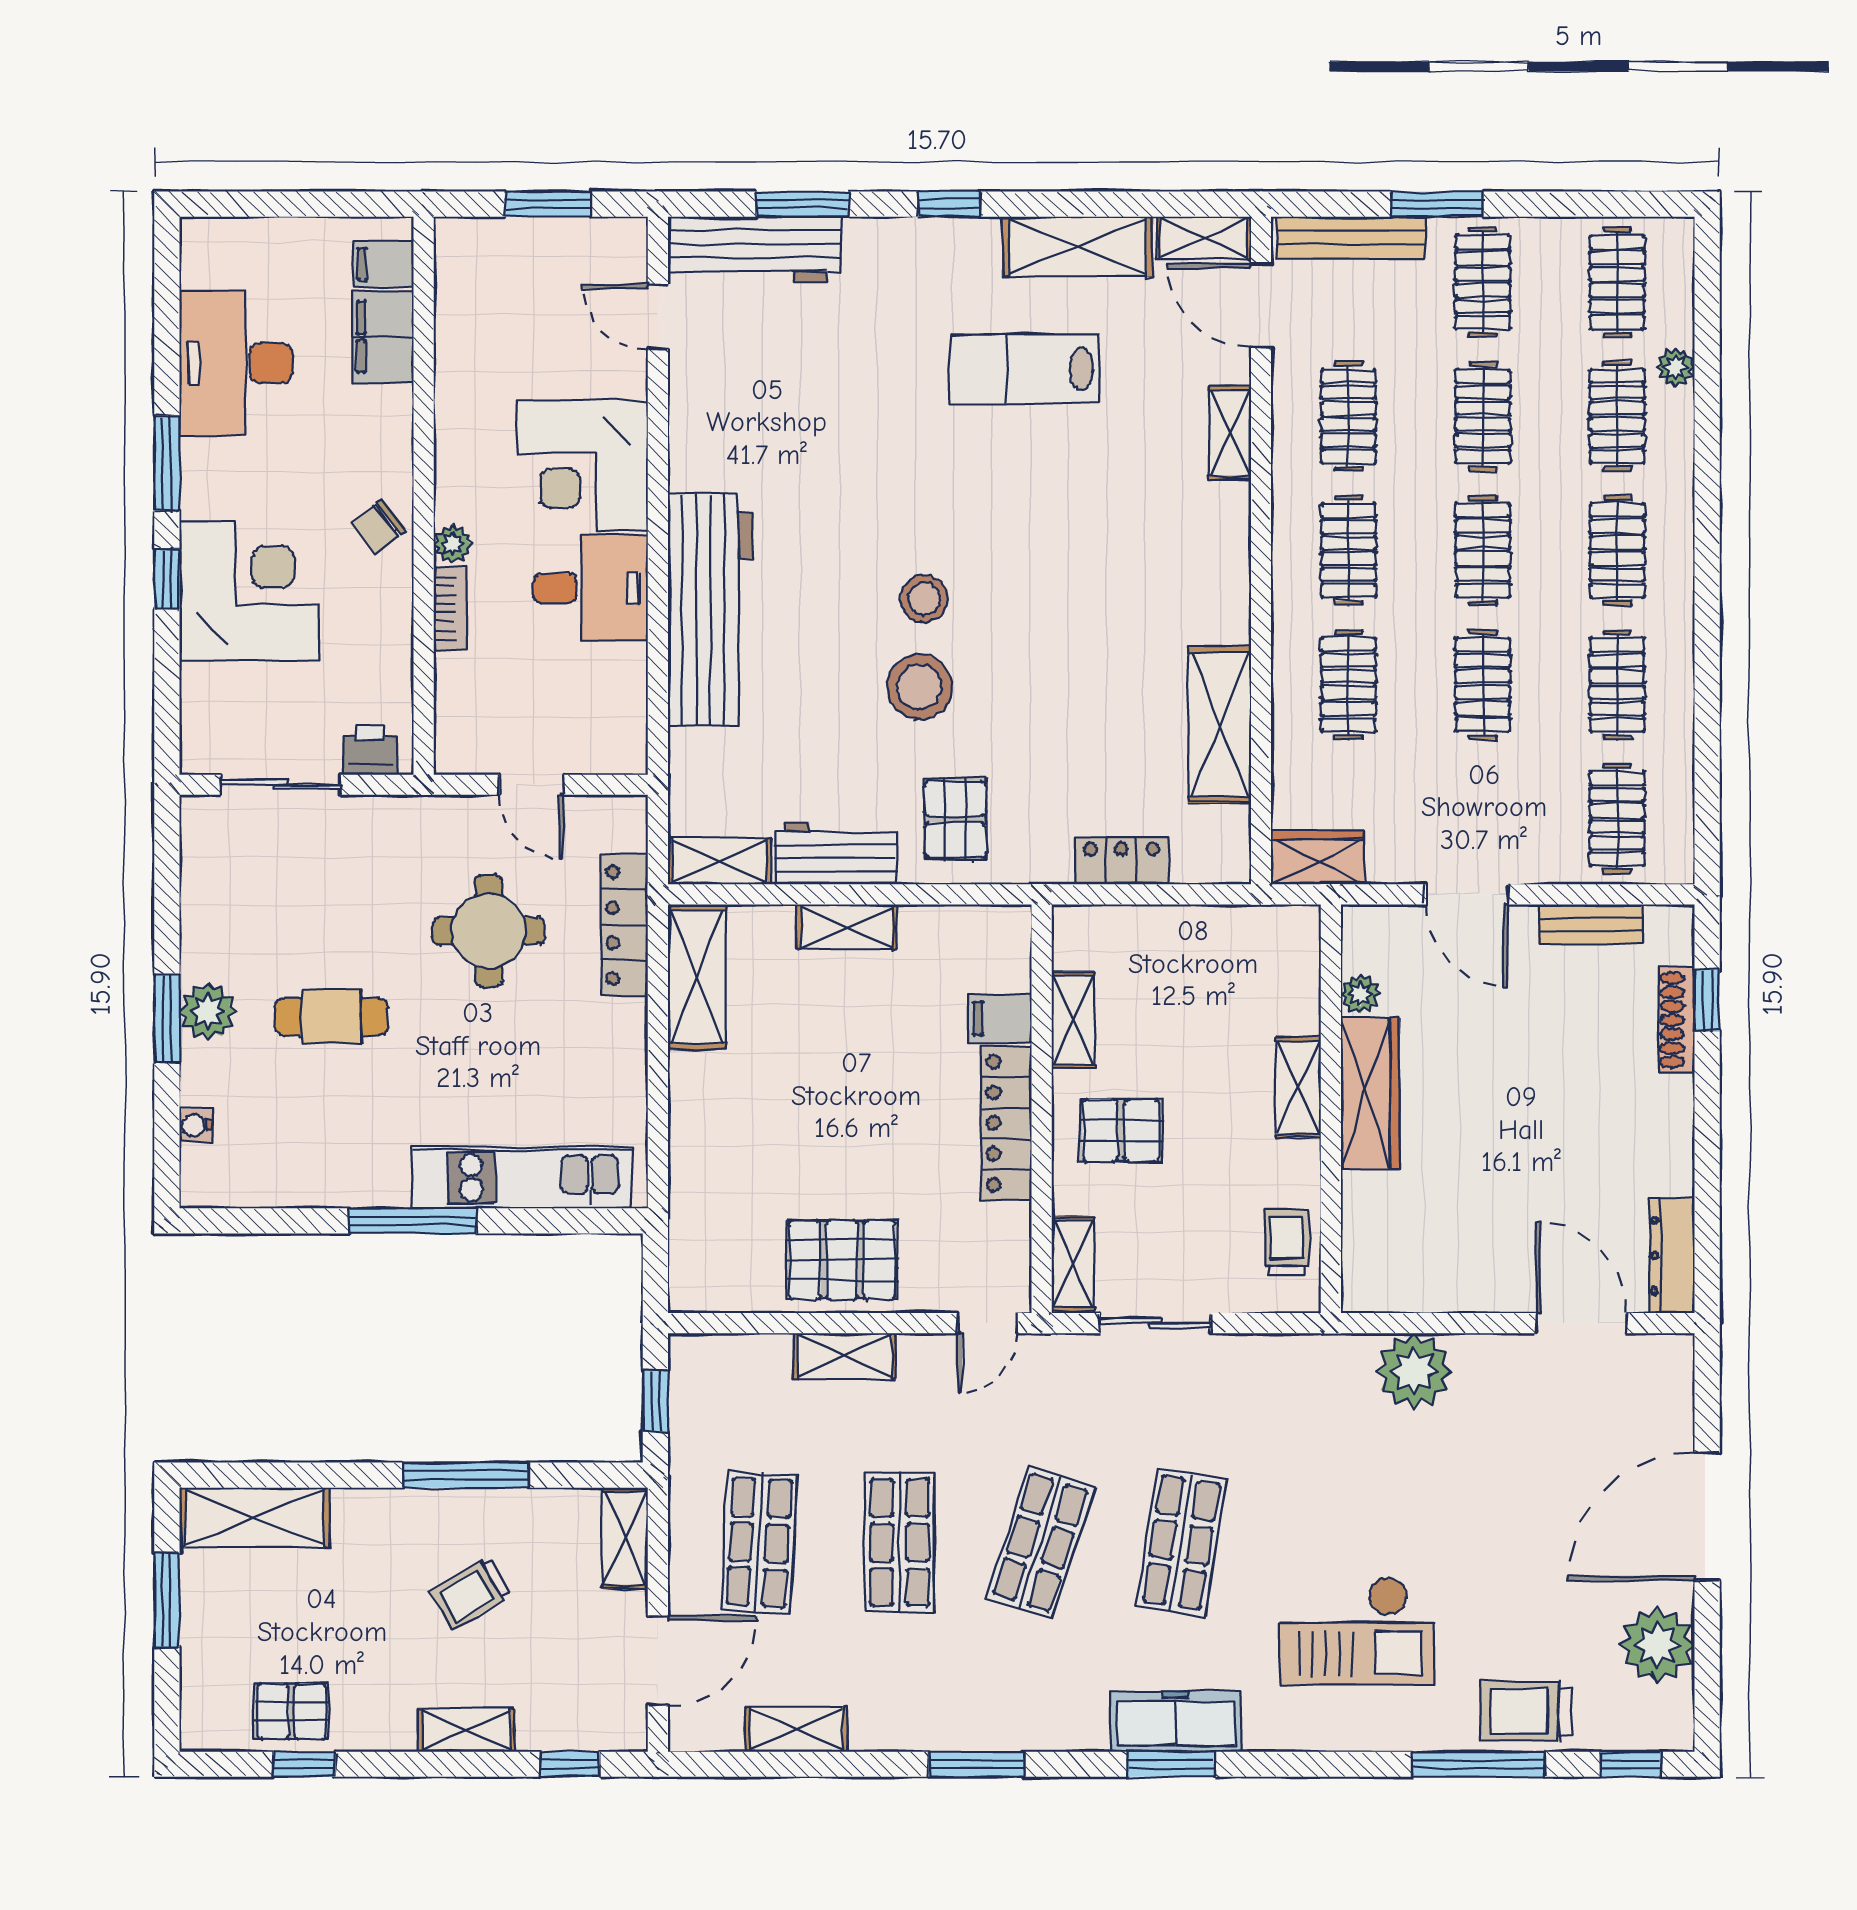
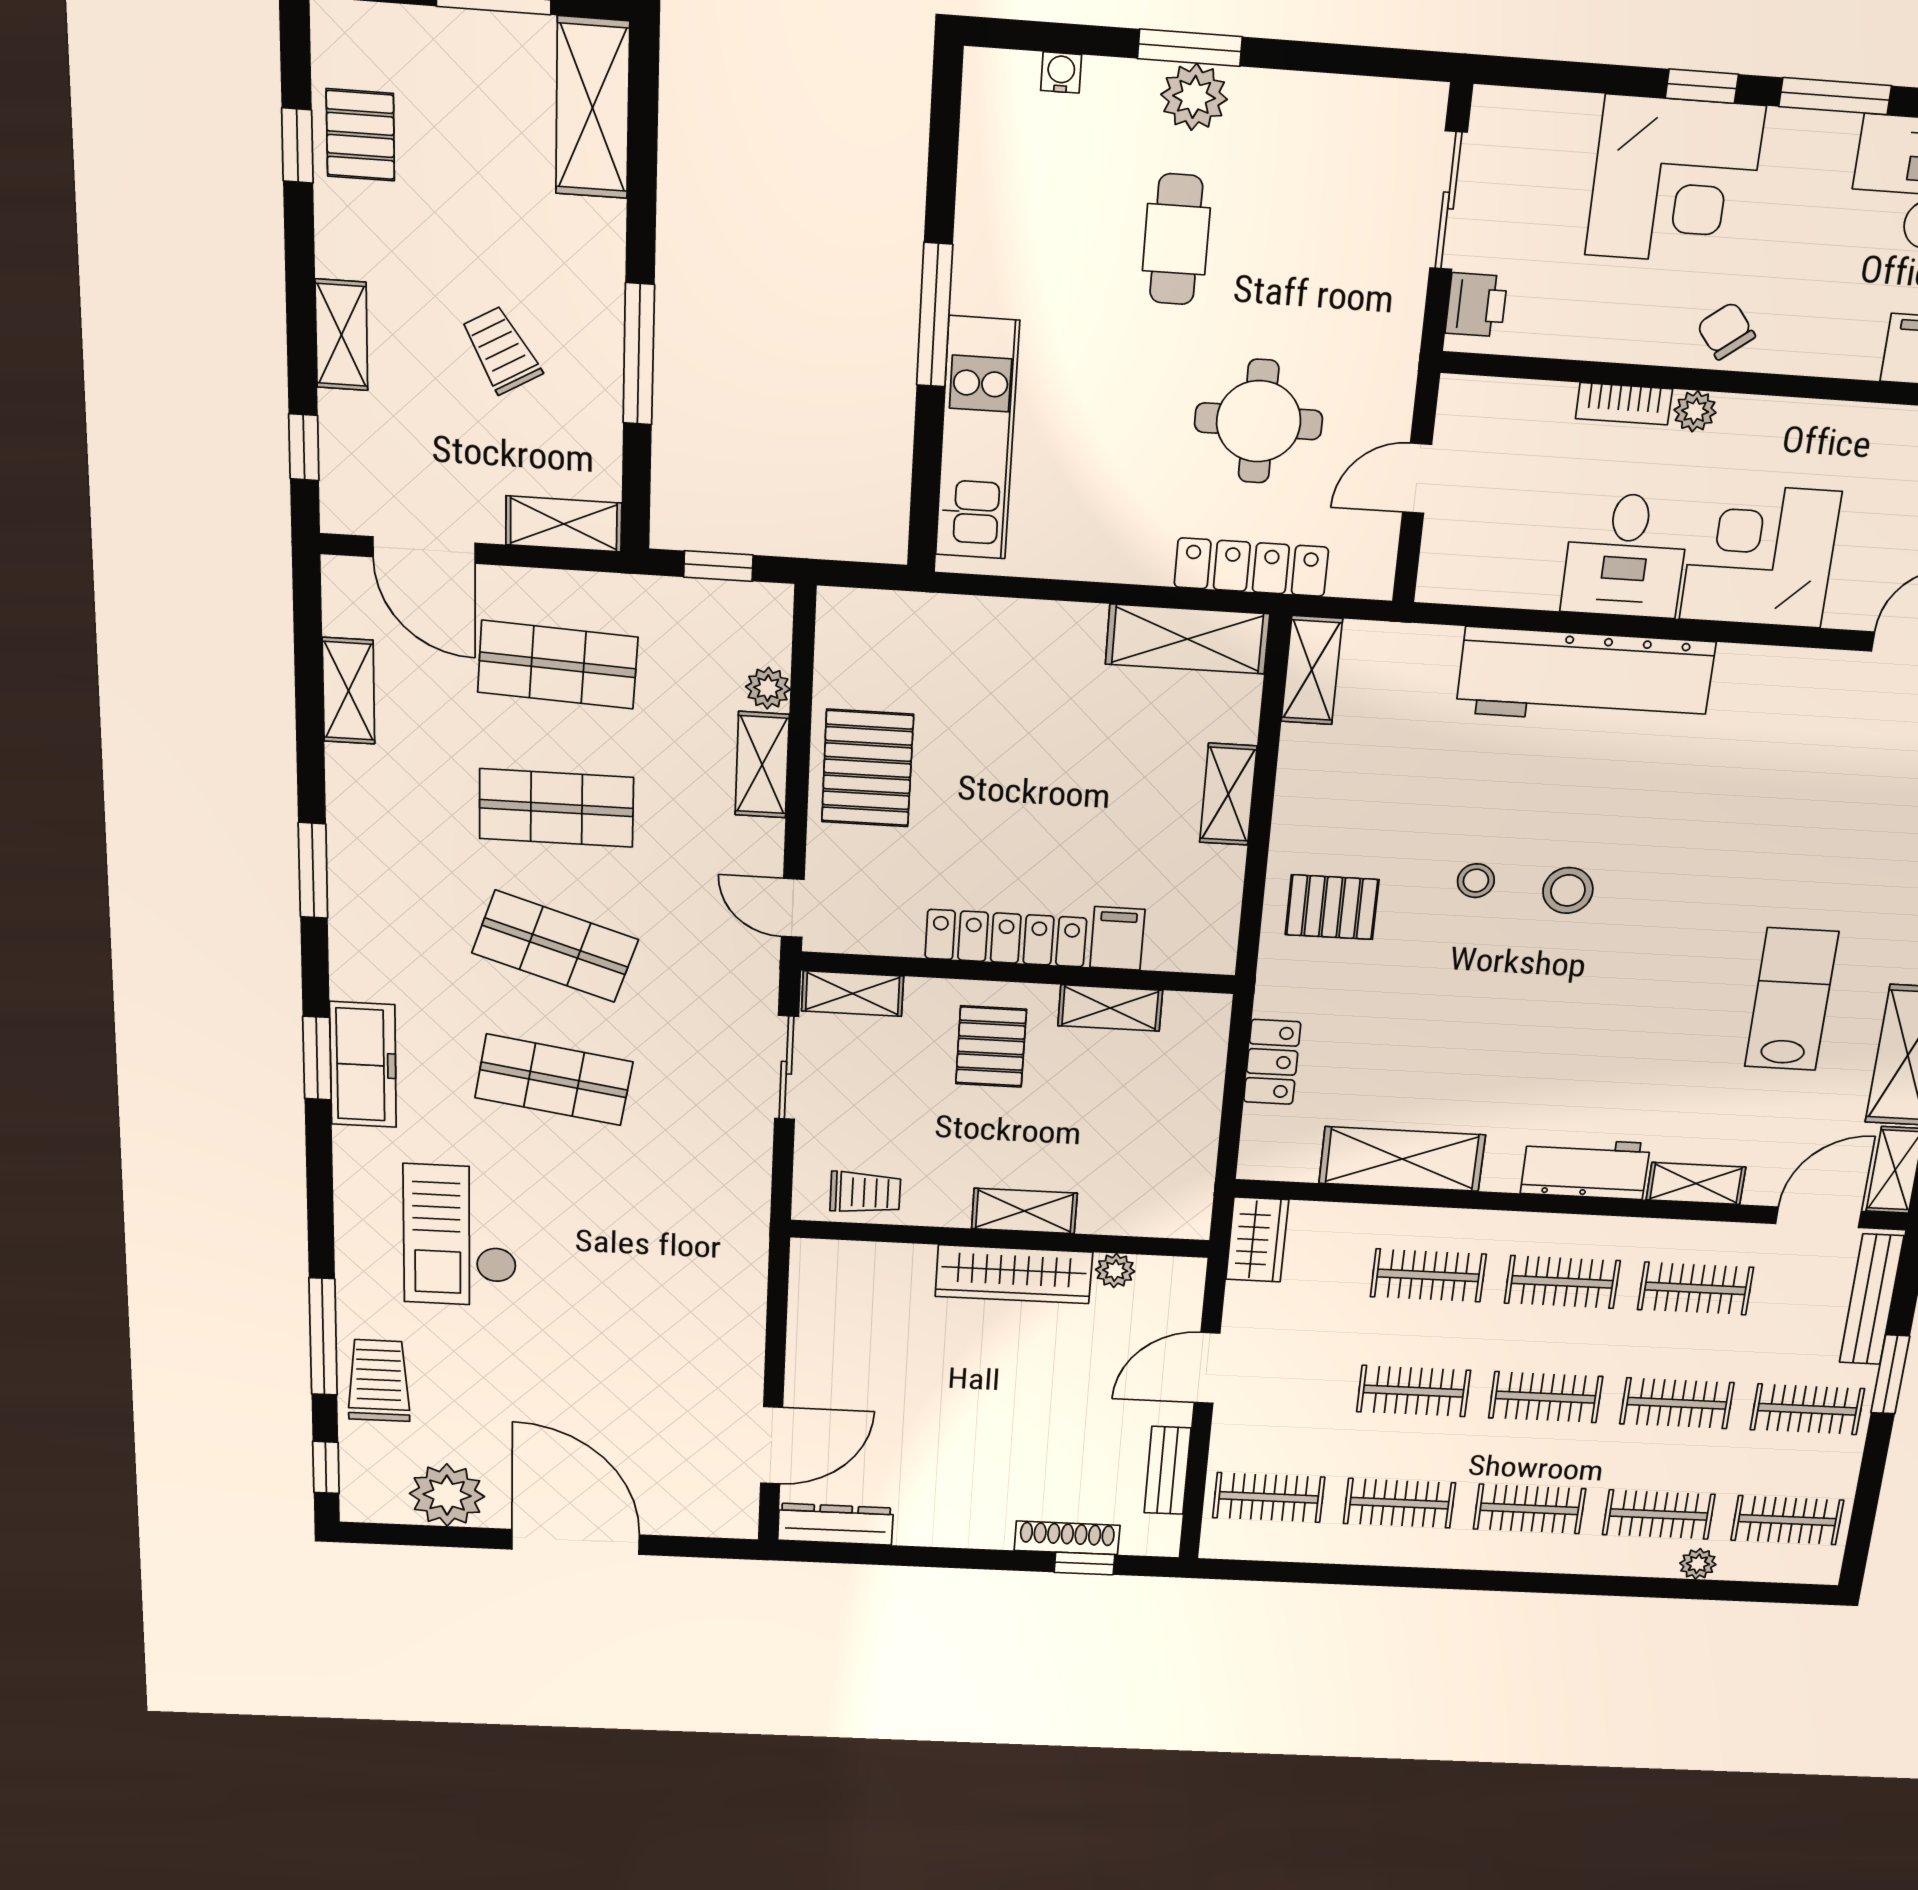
stool: (920, 687) -> (1476, 881), width x0.53, depth x0.53
workbench: (836, 853) -> (1585, 1168), moved, turned -90
plant: (1414, 1371) -> (768, 688), moved, width x0.53, depth x0.53

